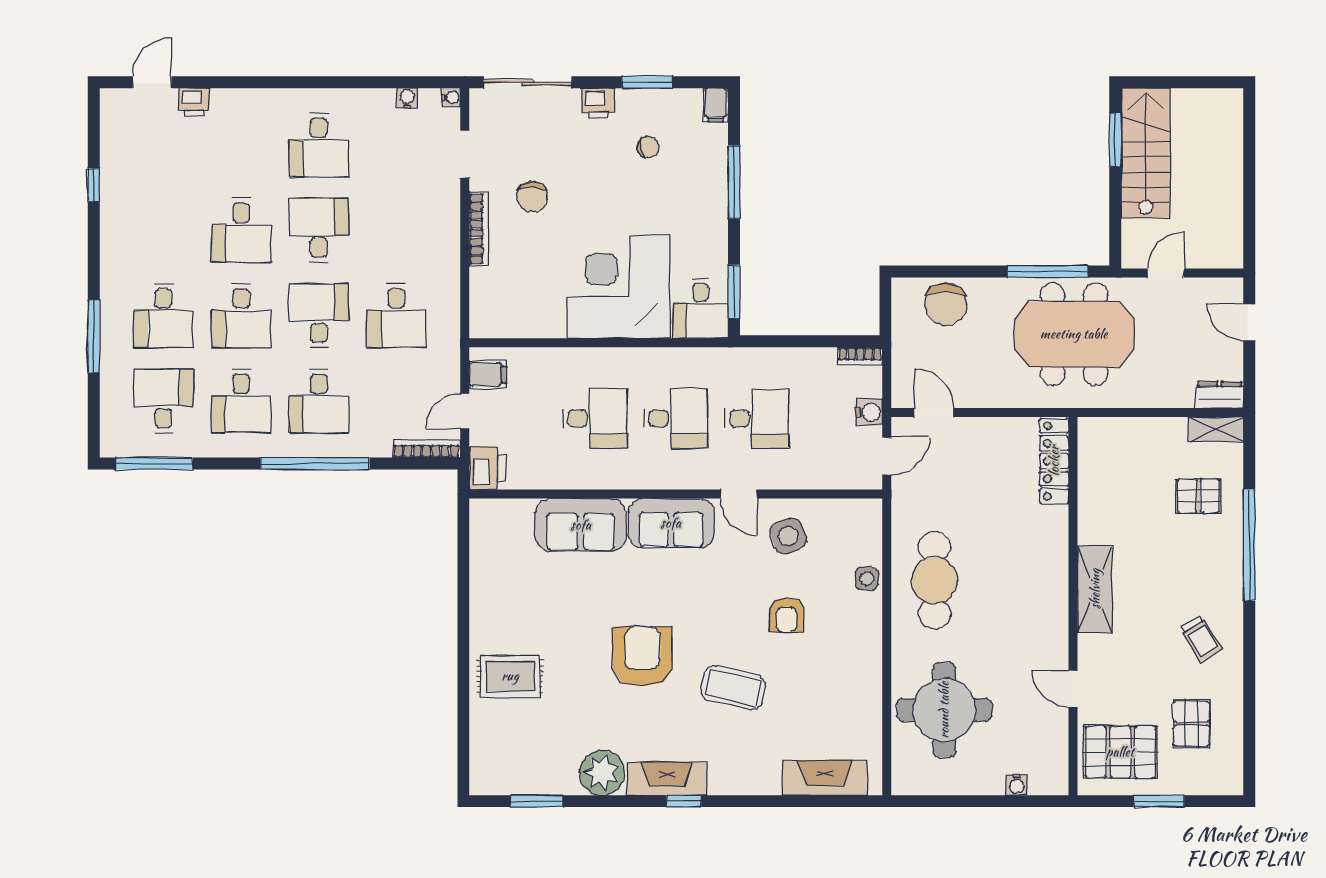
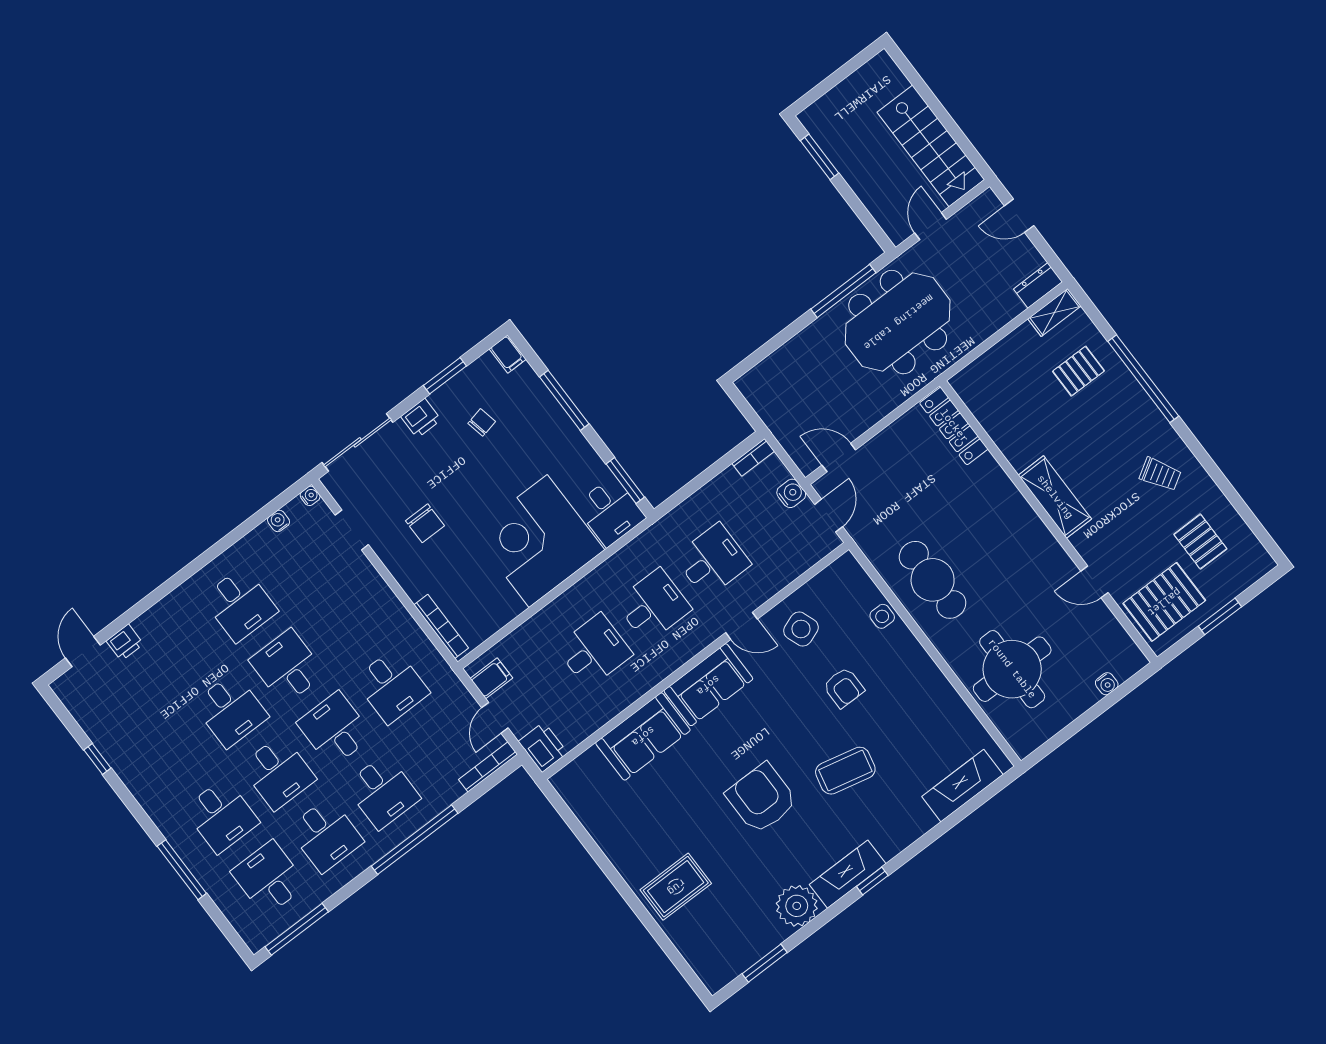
stairs: (1146, 153) -> (931, 146), moved, turned 180
bookcase: (479, 229) -> (441, 626), moved
chair: (946, 304) -> (787, 372), removed

